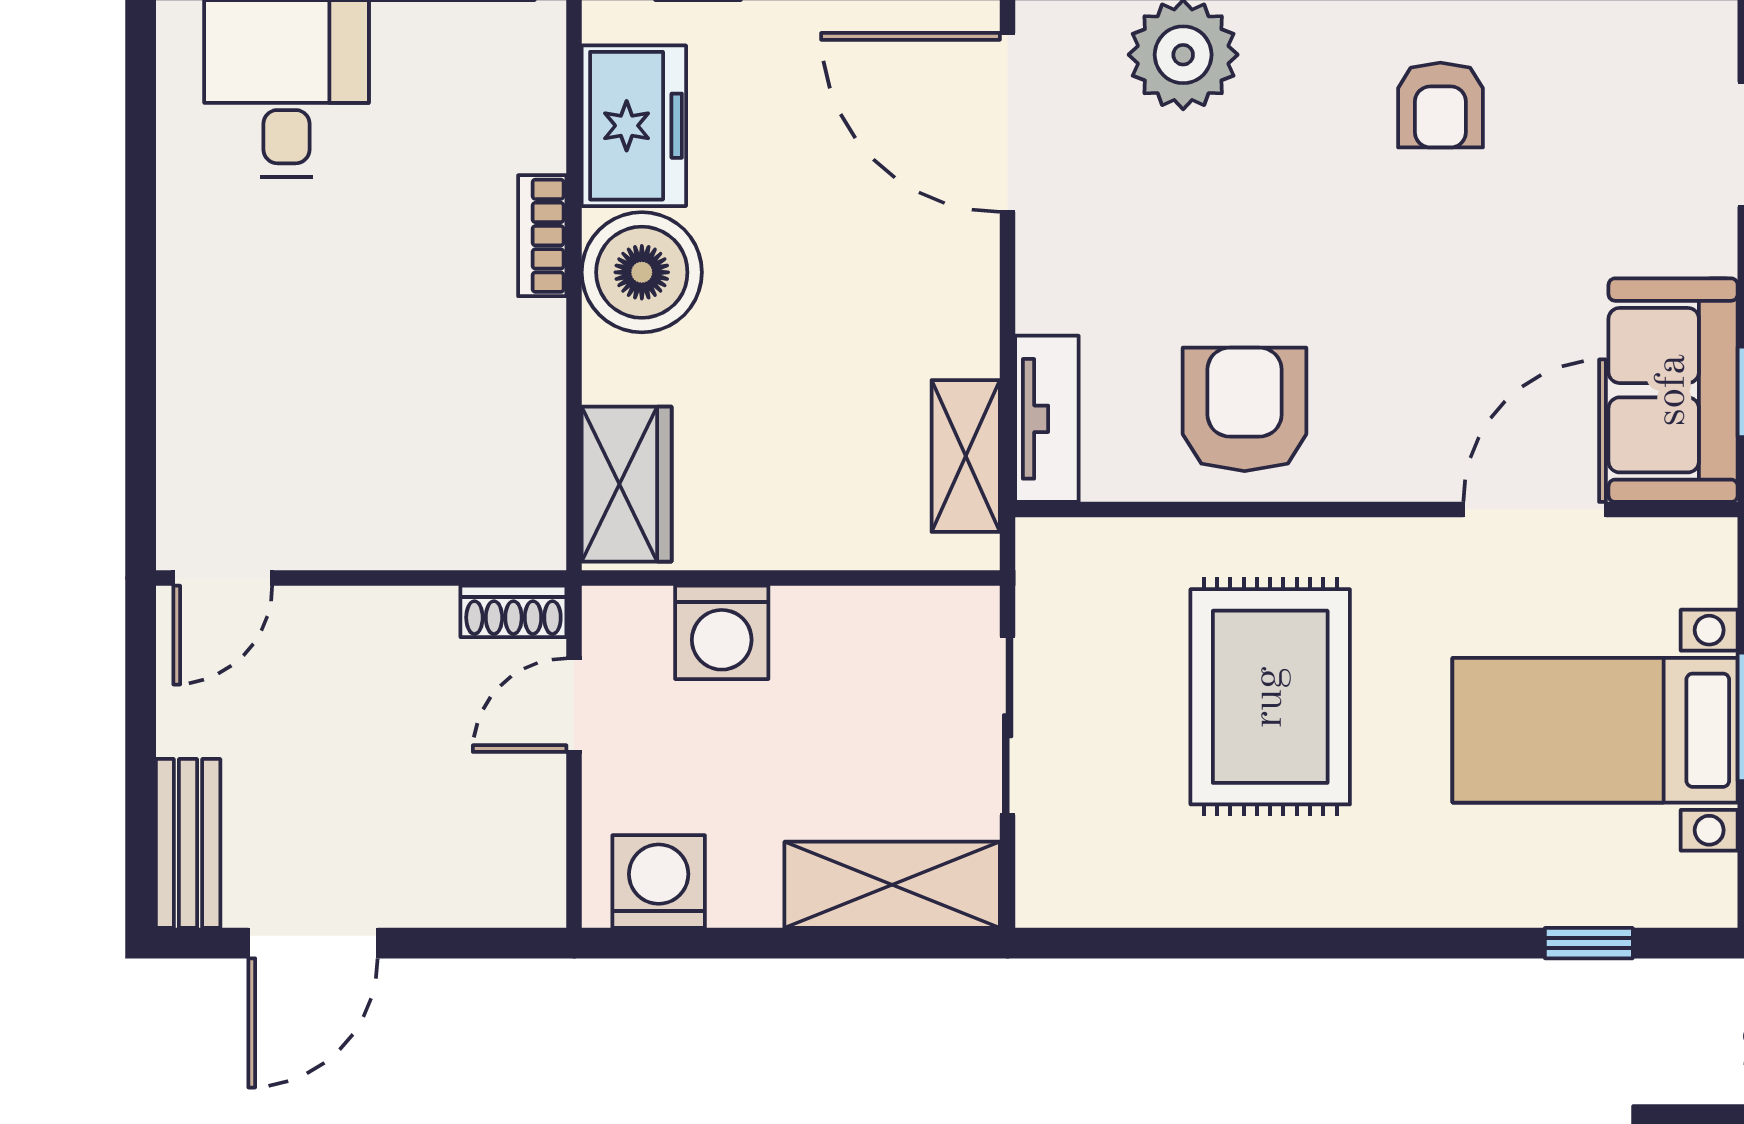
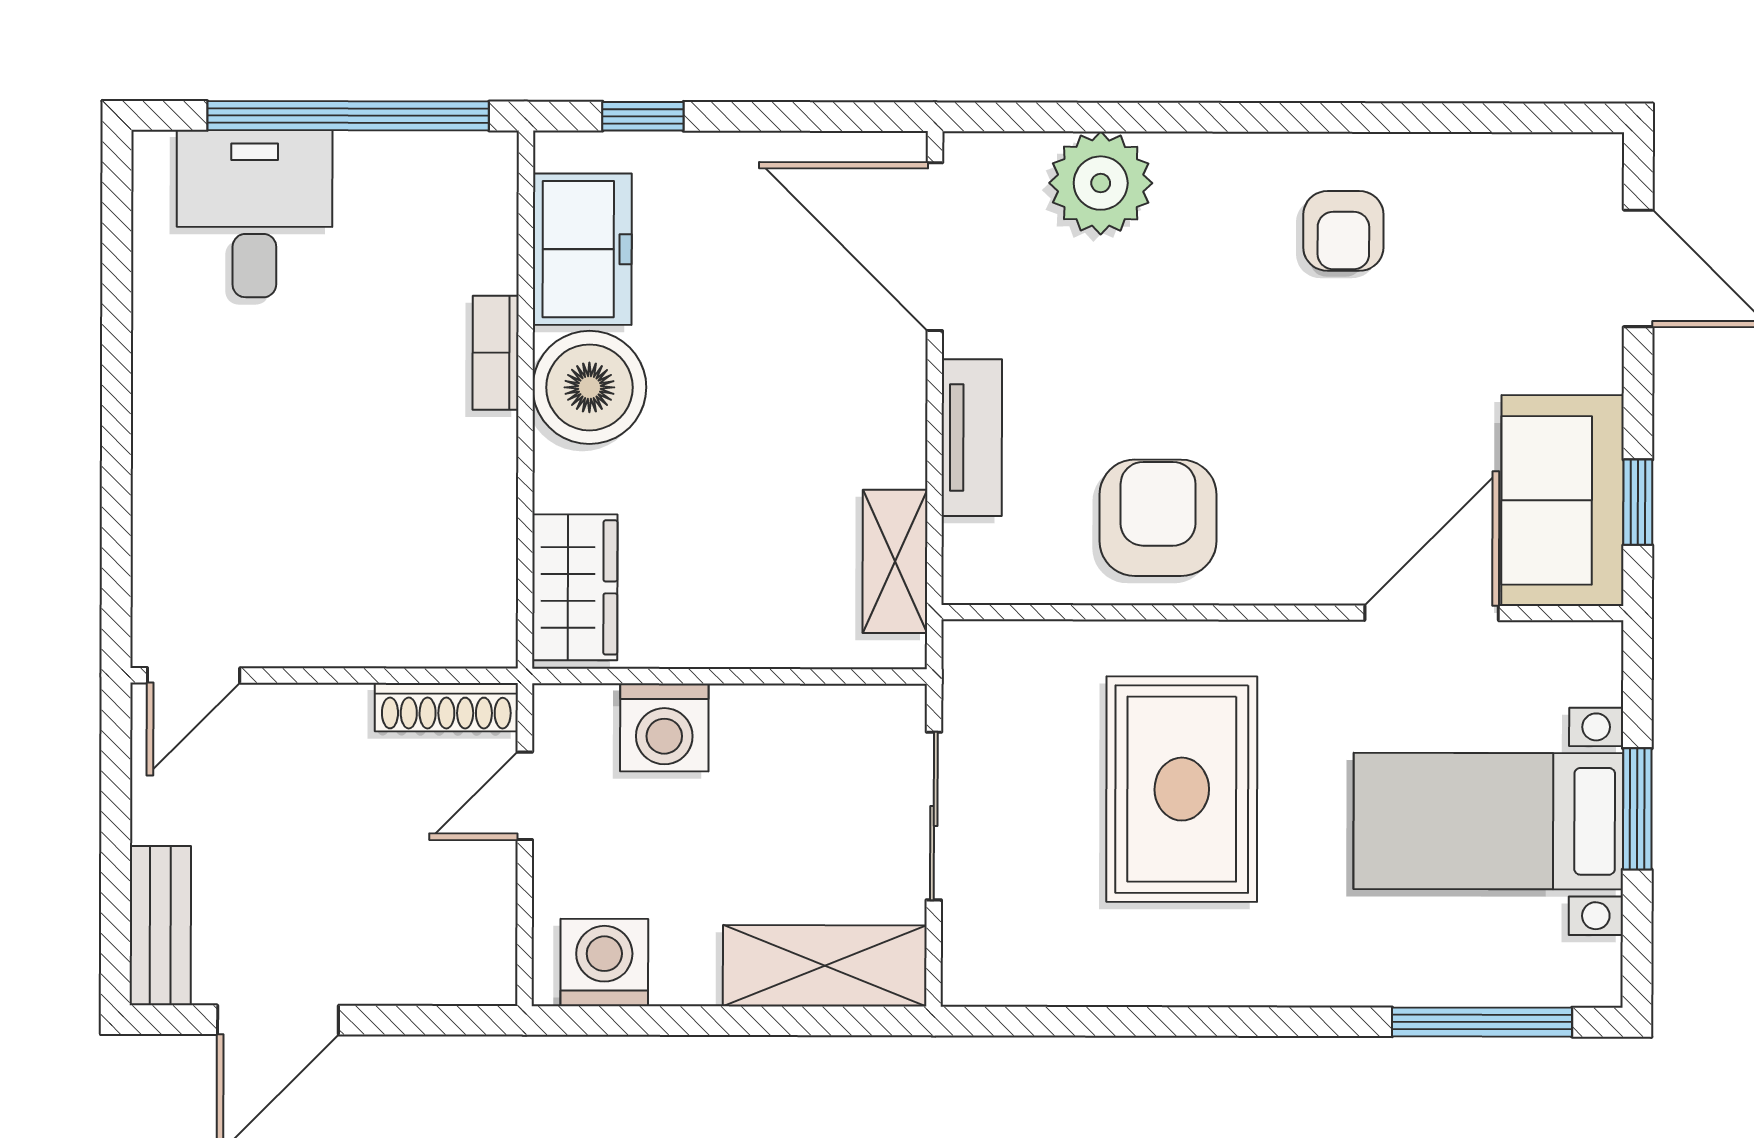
tv unit: (1047, 419) -> (972, 438), moved
shoe rack: (513, 611) -> (446, 707), width x1.43
window: (1589, 943) -> (1482, 1022), width x2.17

